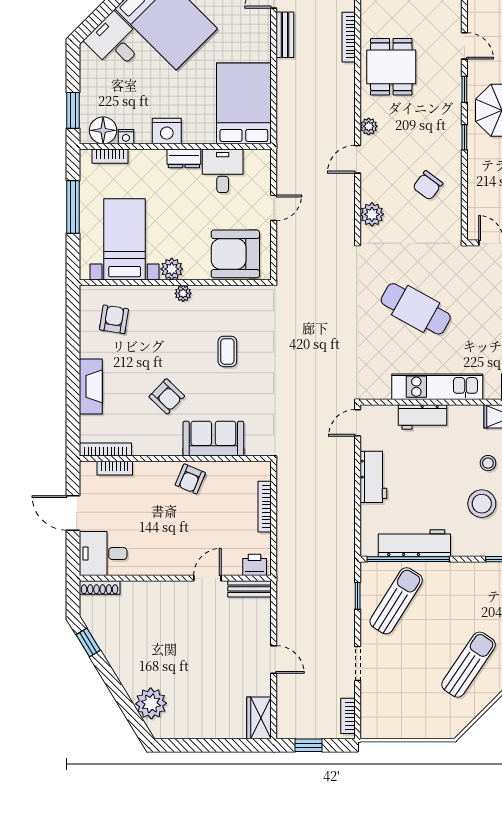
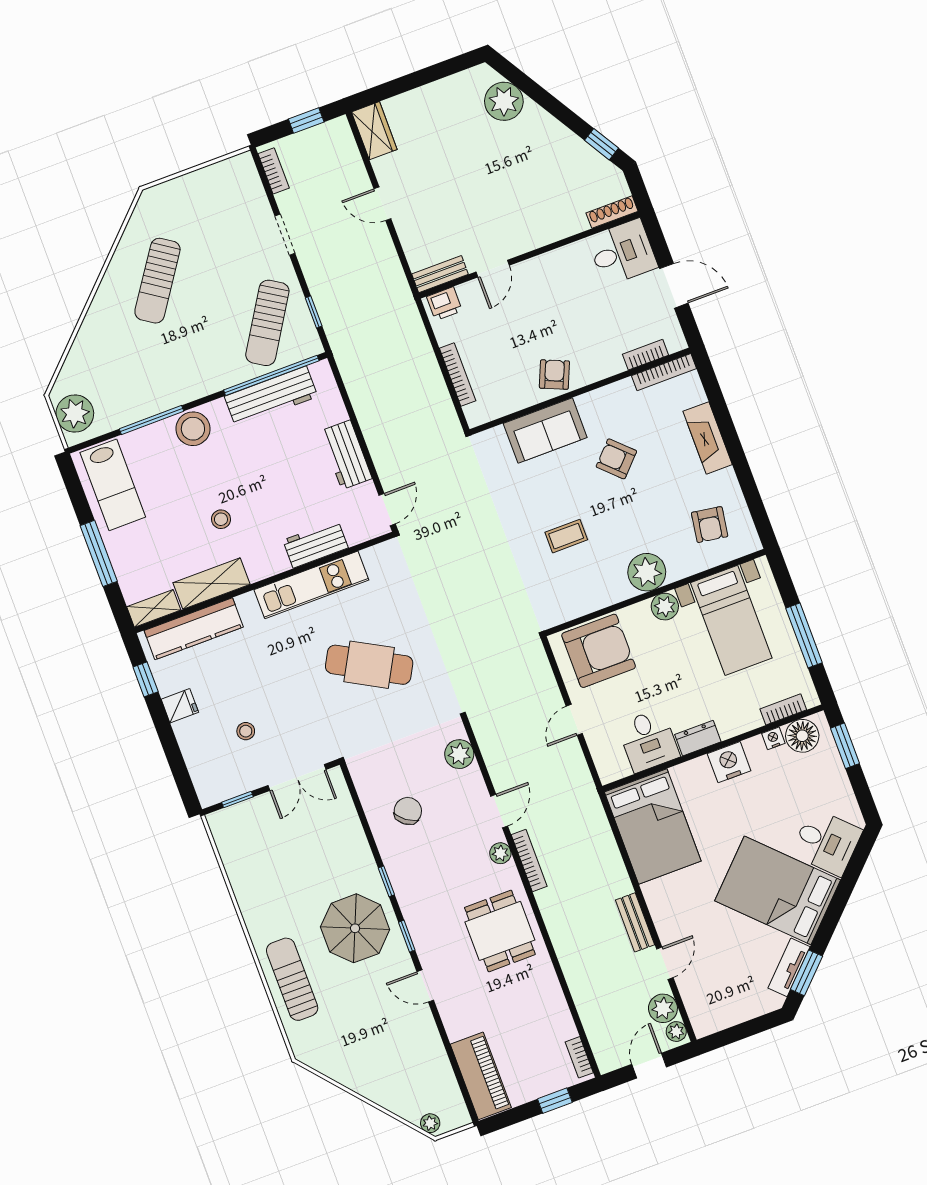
bookcase: (349, 37) -> (529, 860), moved
plant: (183, 293) -> (647, 572), width x1.88, depth x1.88
coffee table: (227, 351) -> (566, 536), turned 90
stool: (482, 504) -> (193, 429), moved

